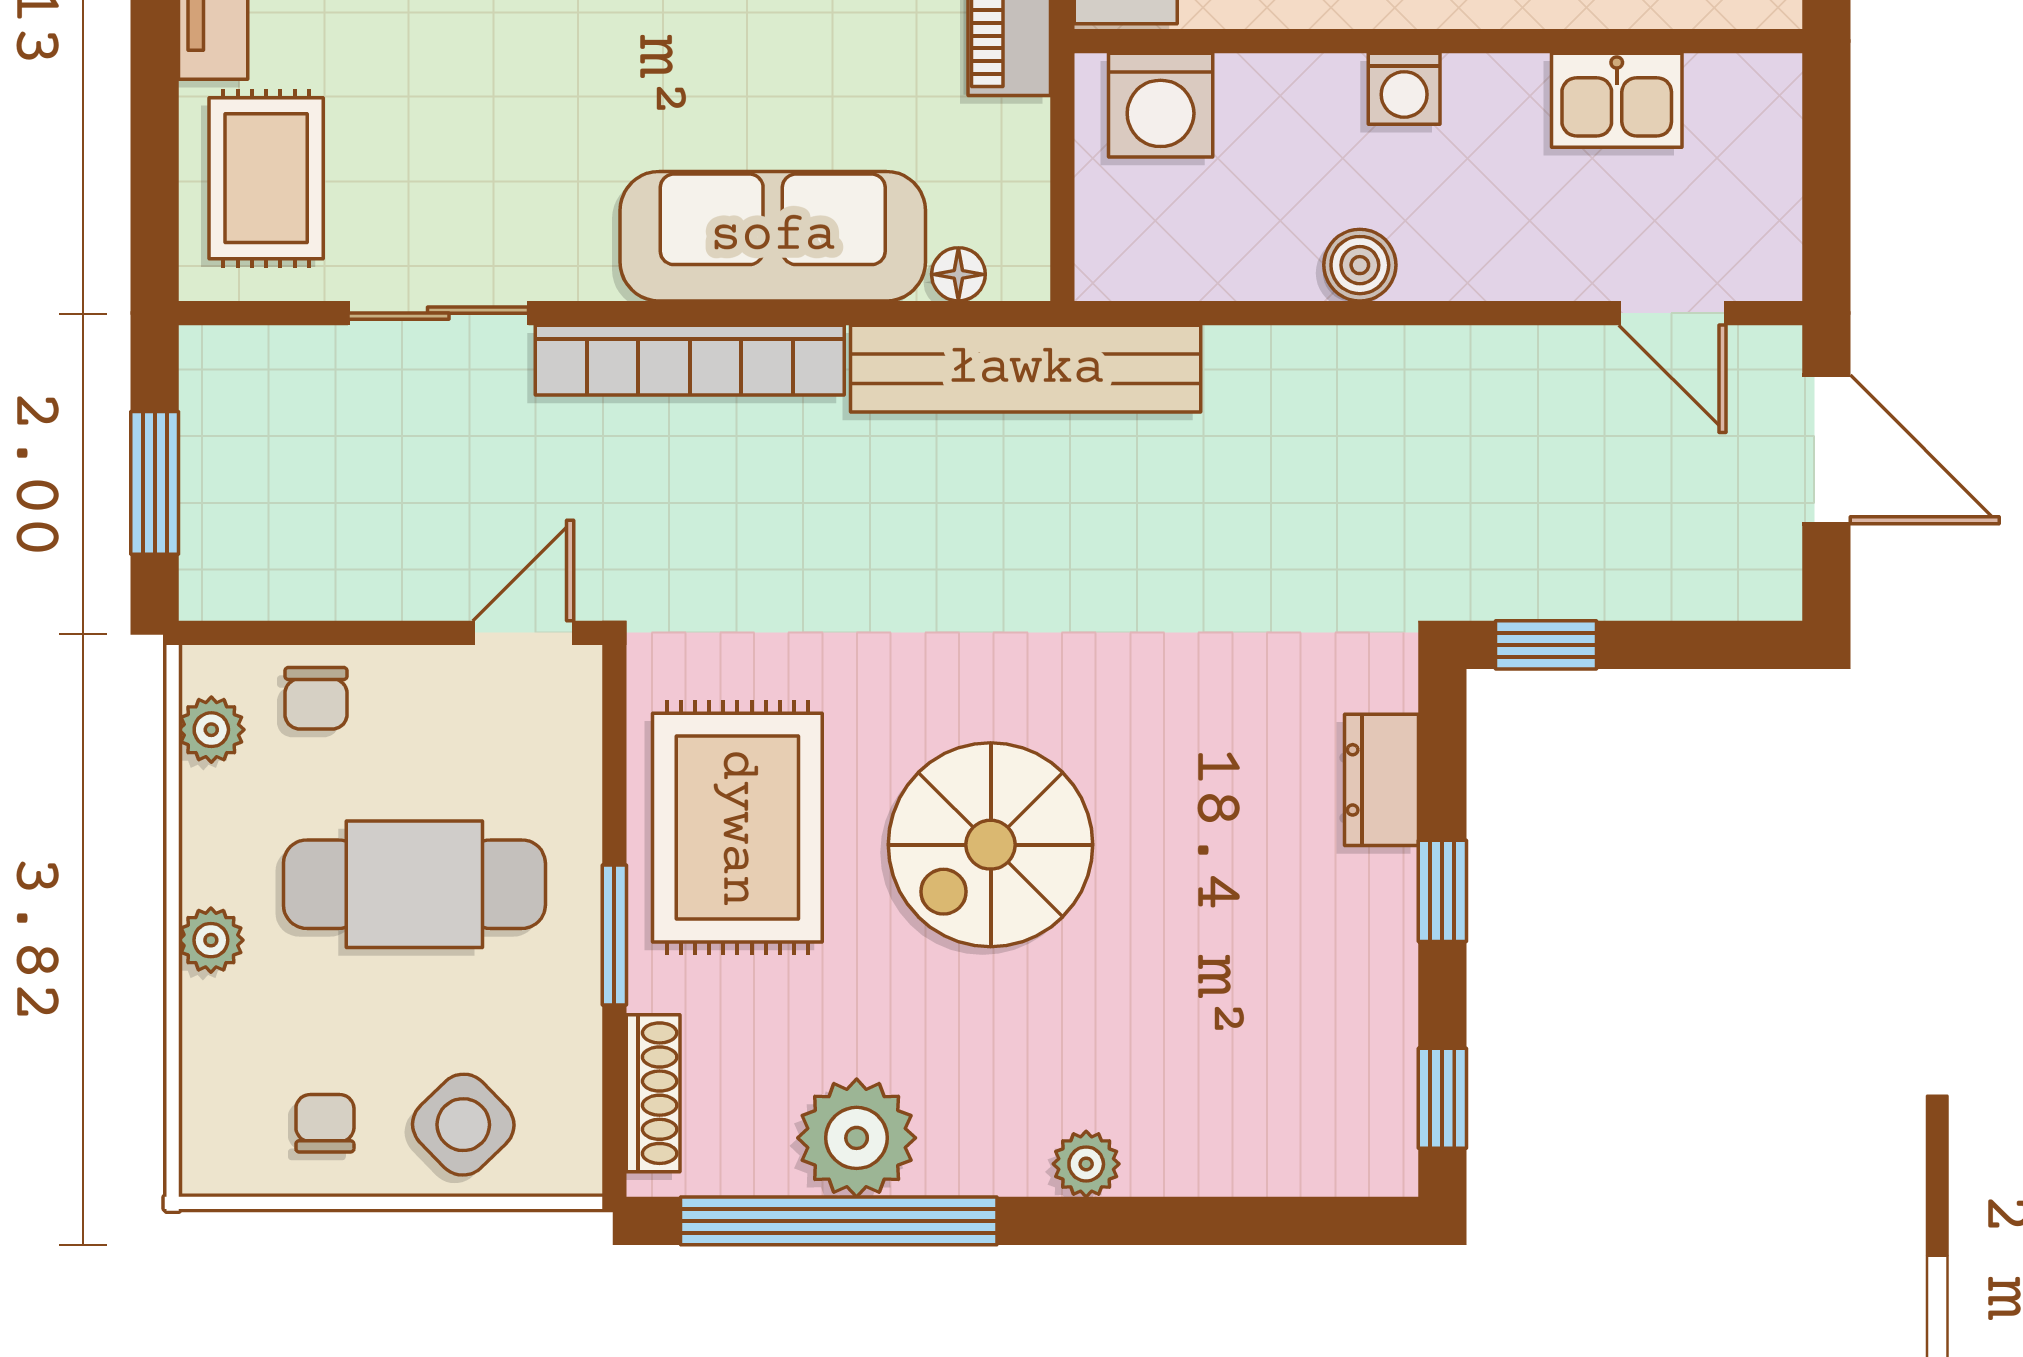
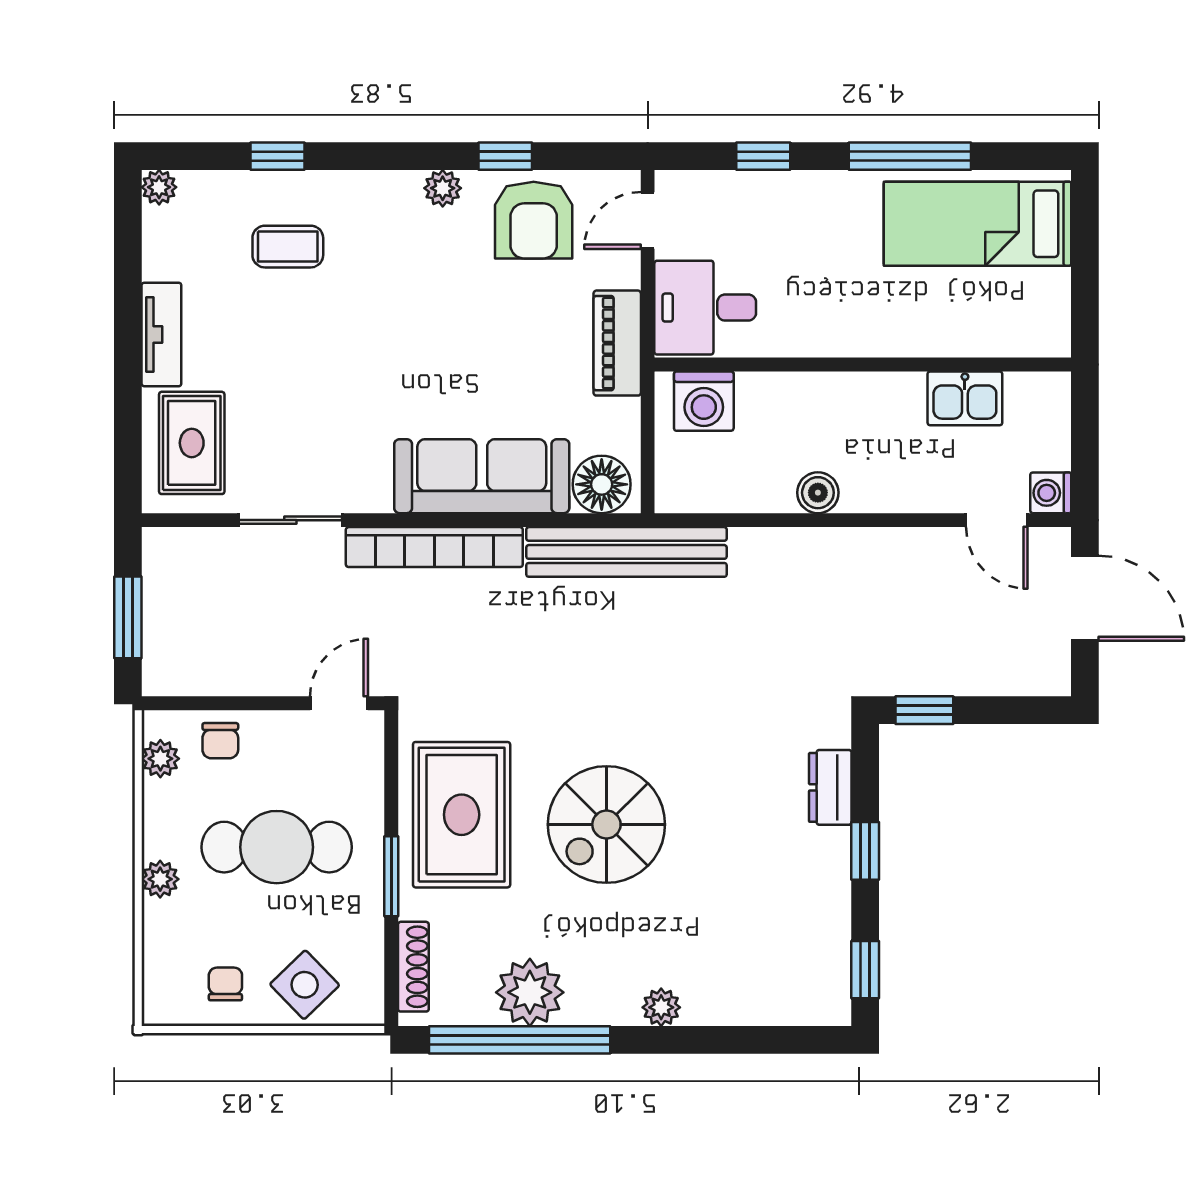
washing machine: (1404, 89) -> (1051, 493), moved, turned 90
floor lamp: (958, 274) -> (602, 484), width x1.89, depth x1.89

